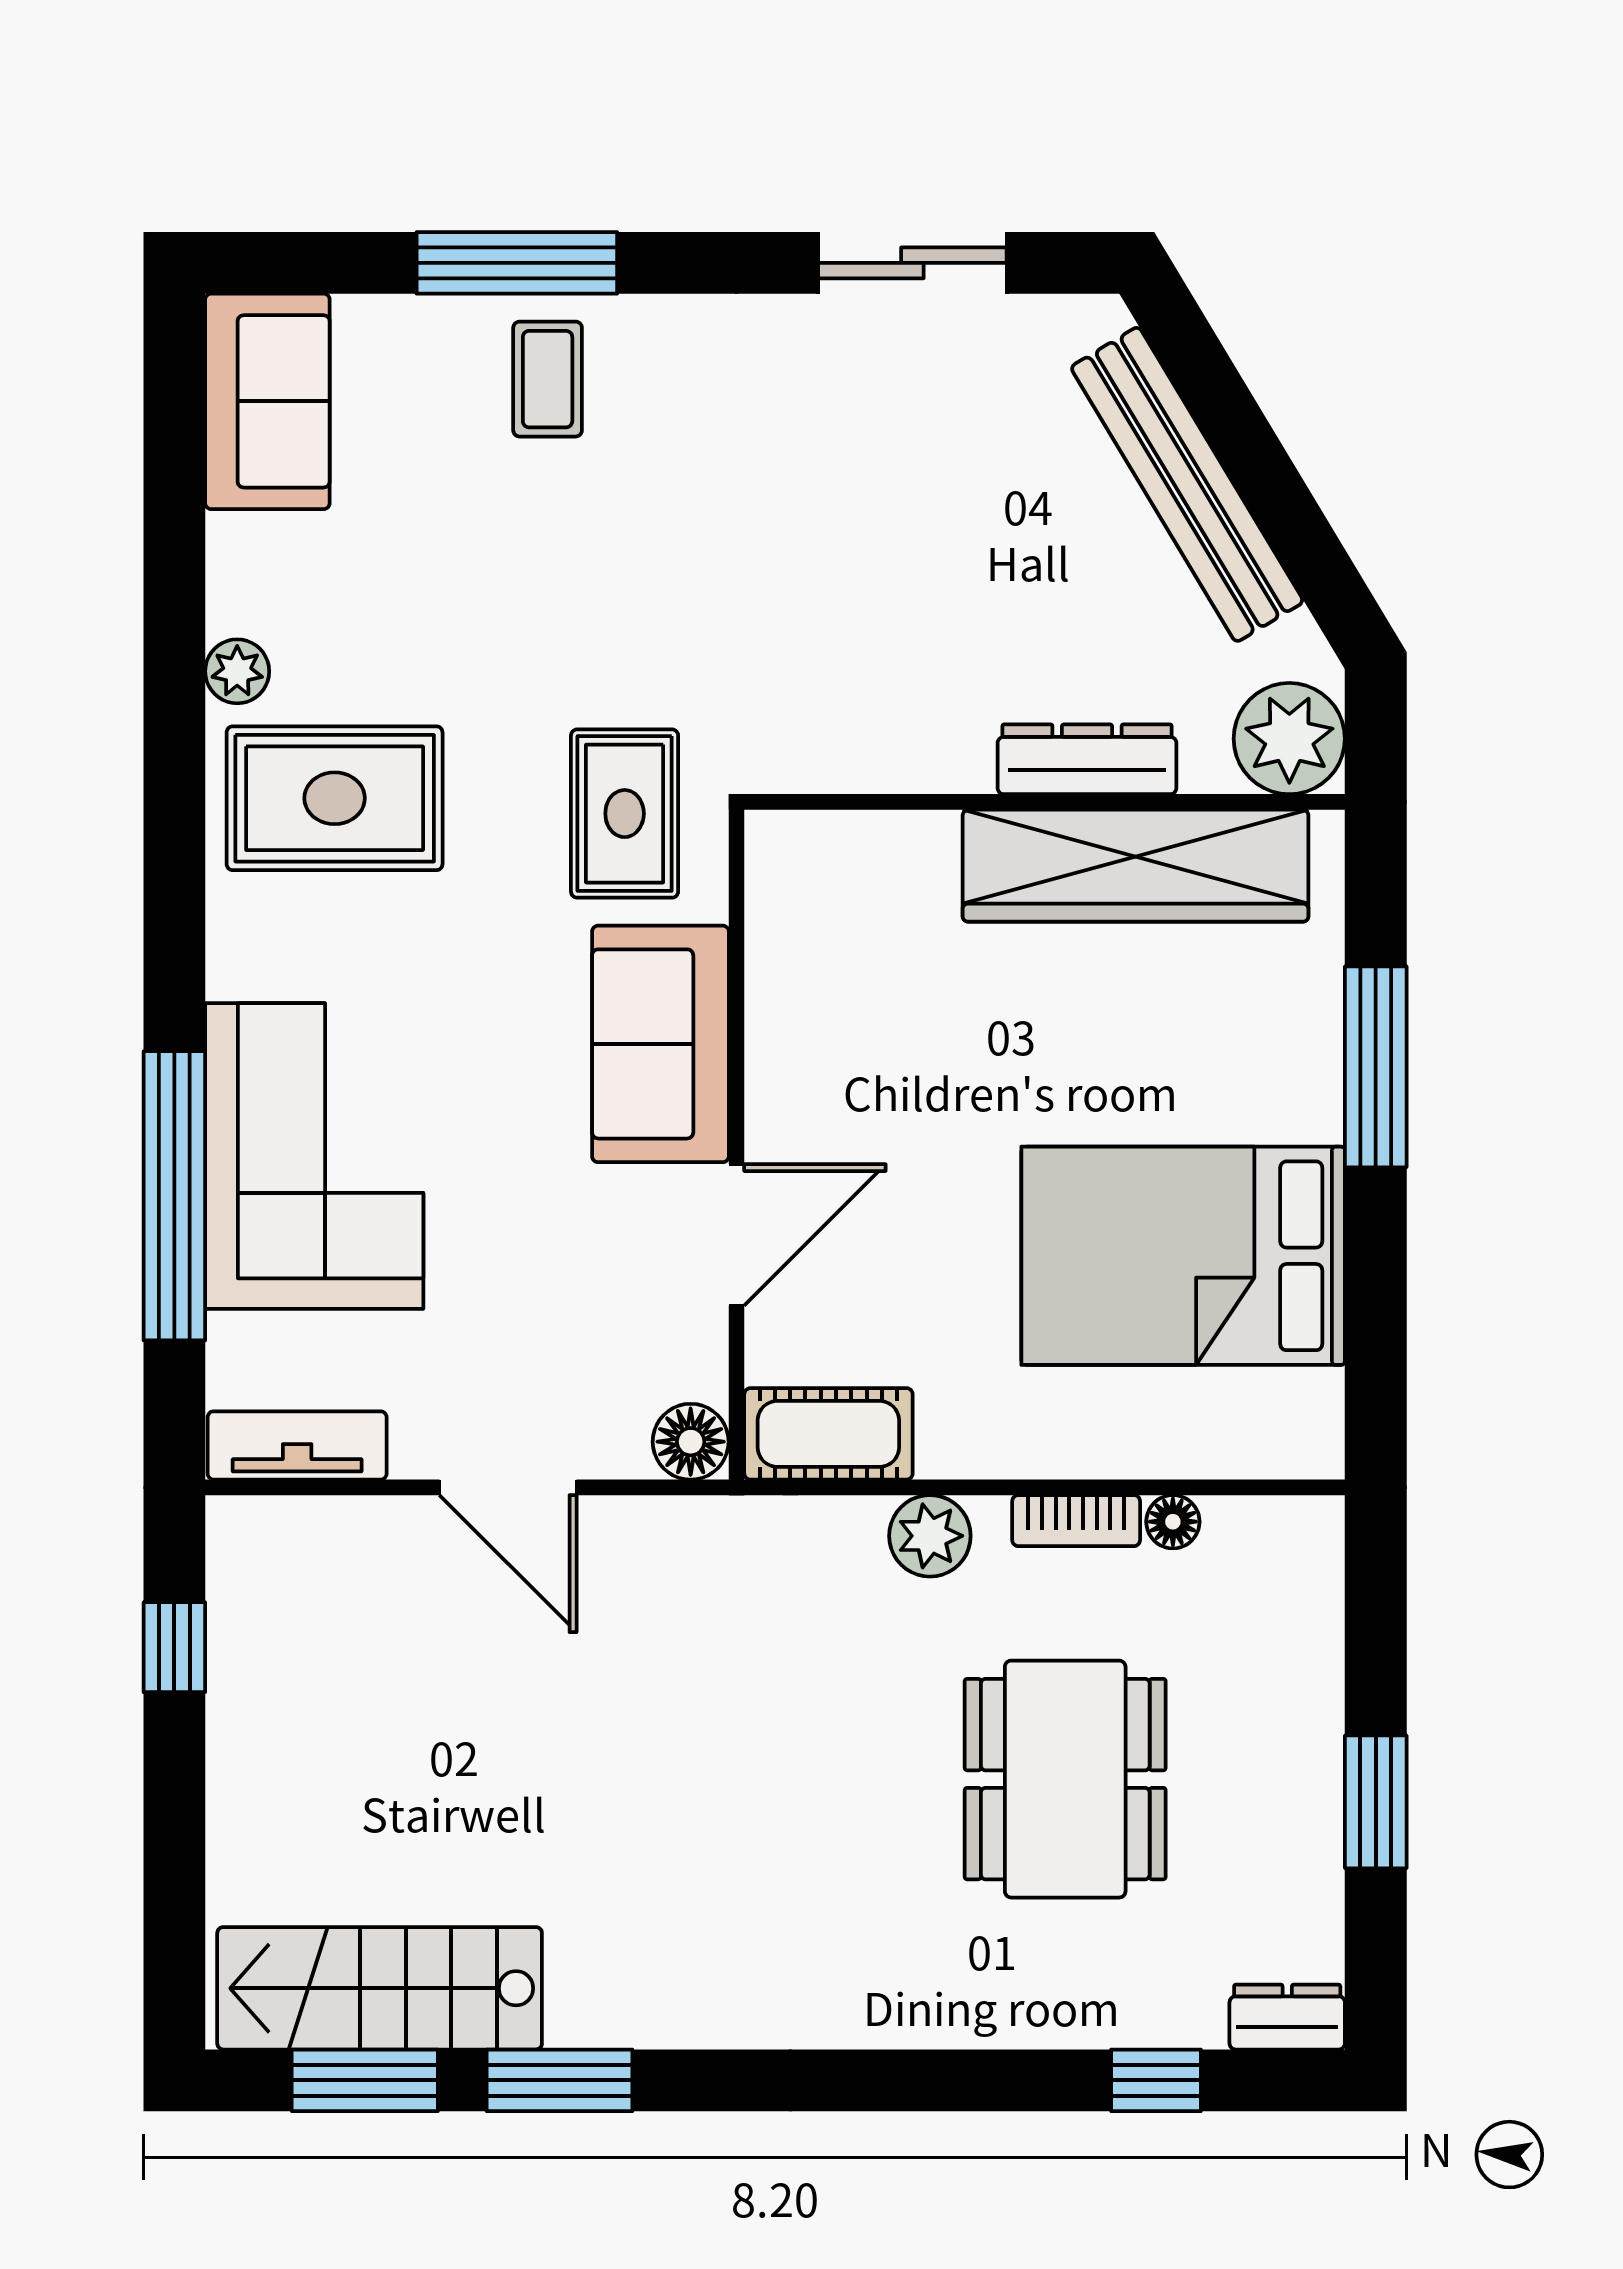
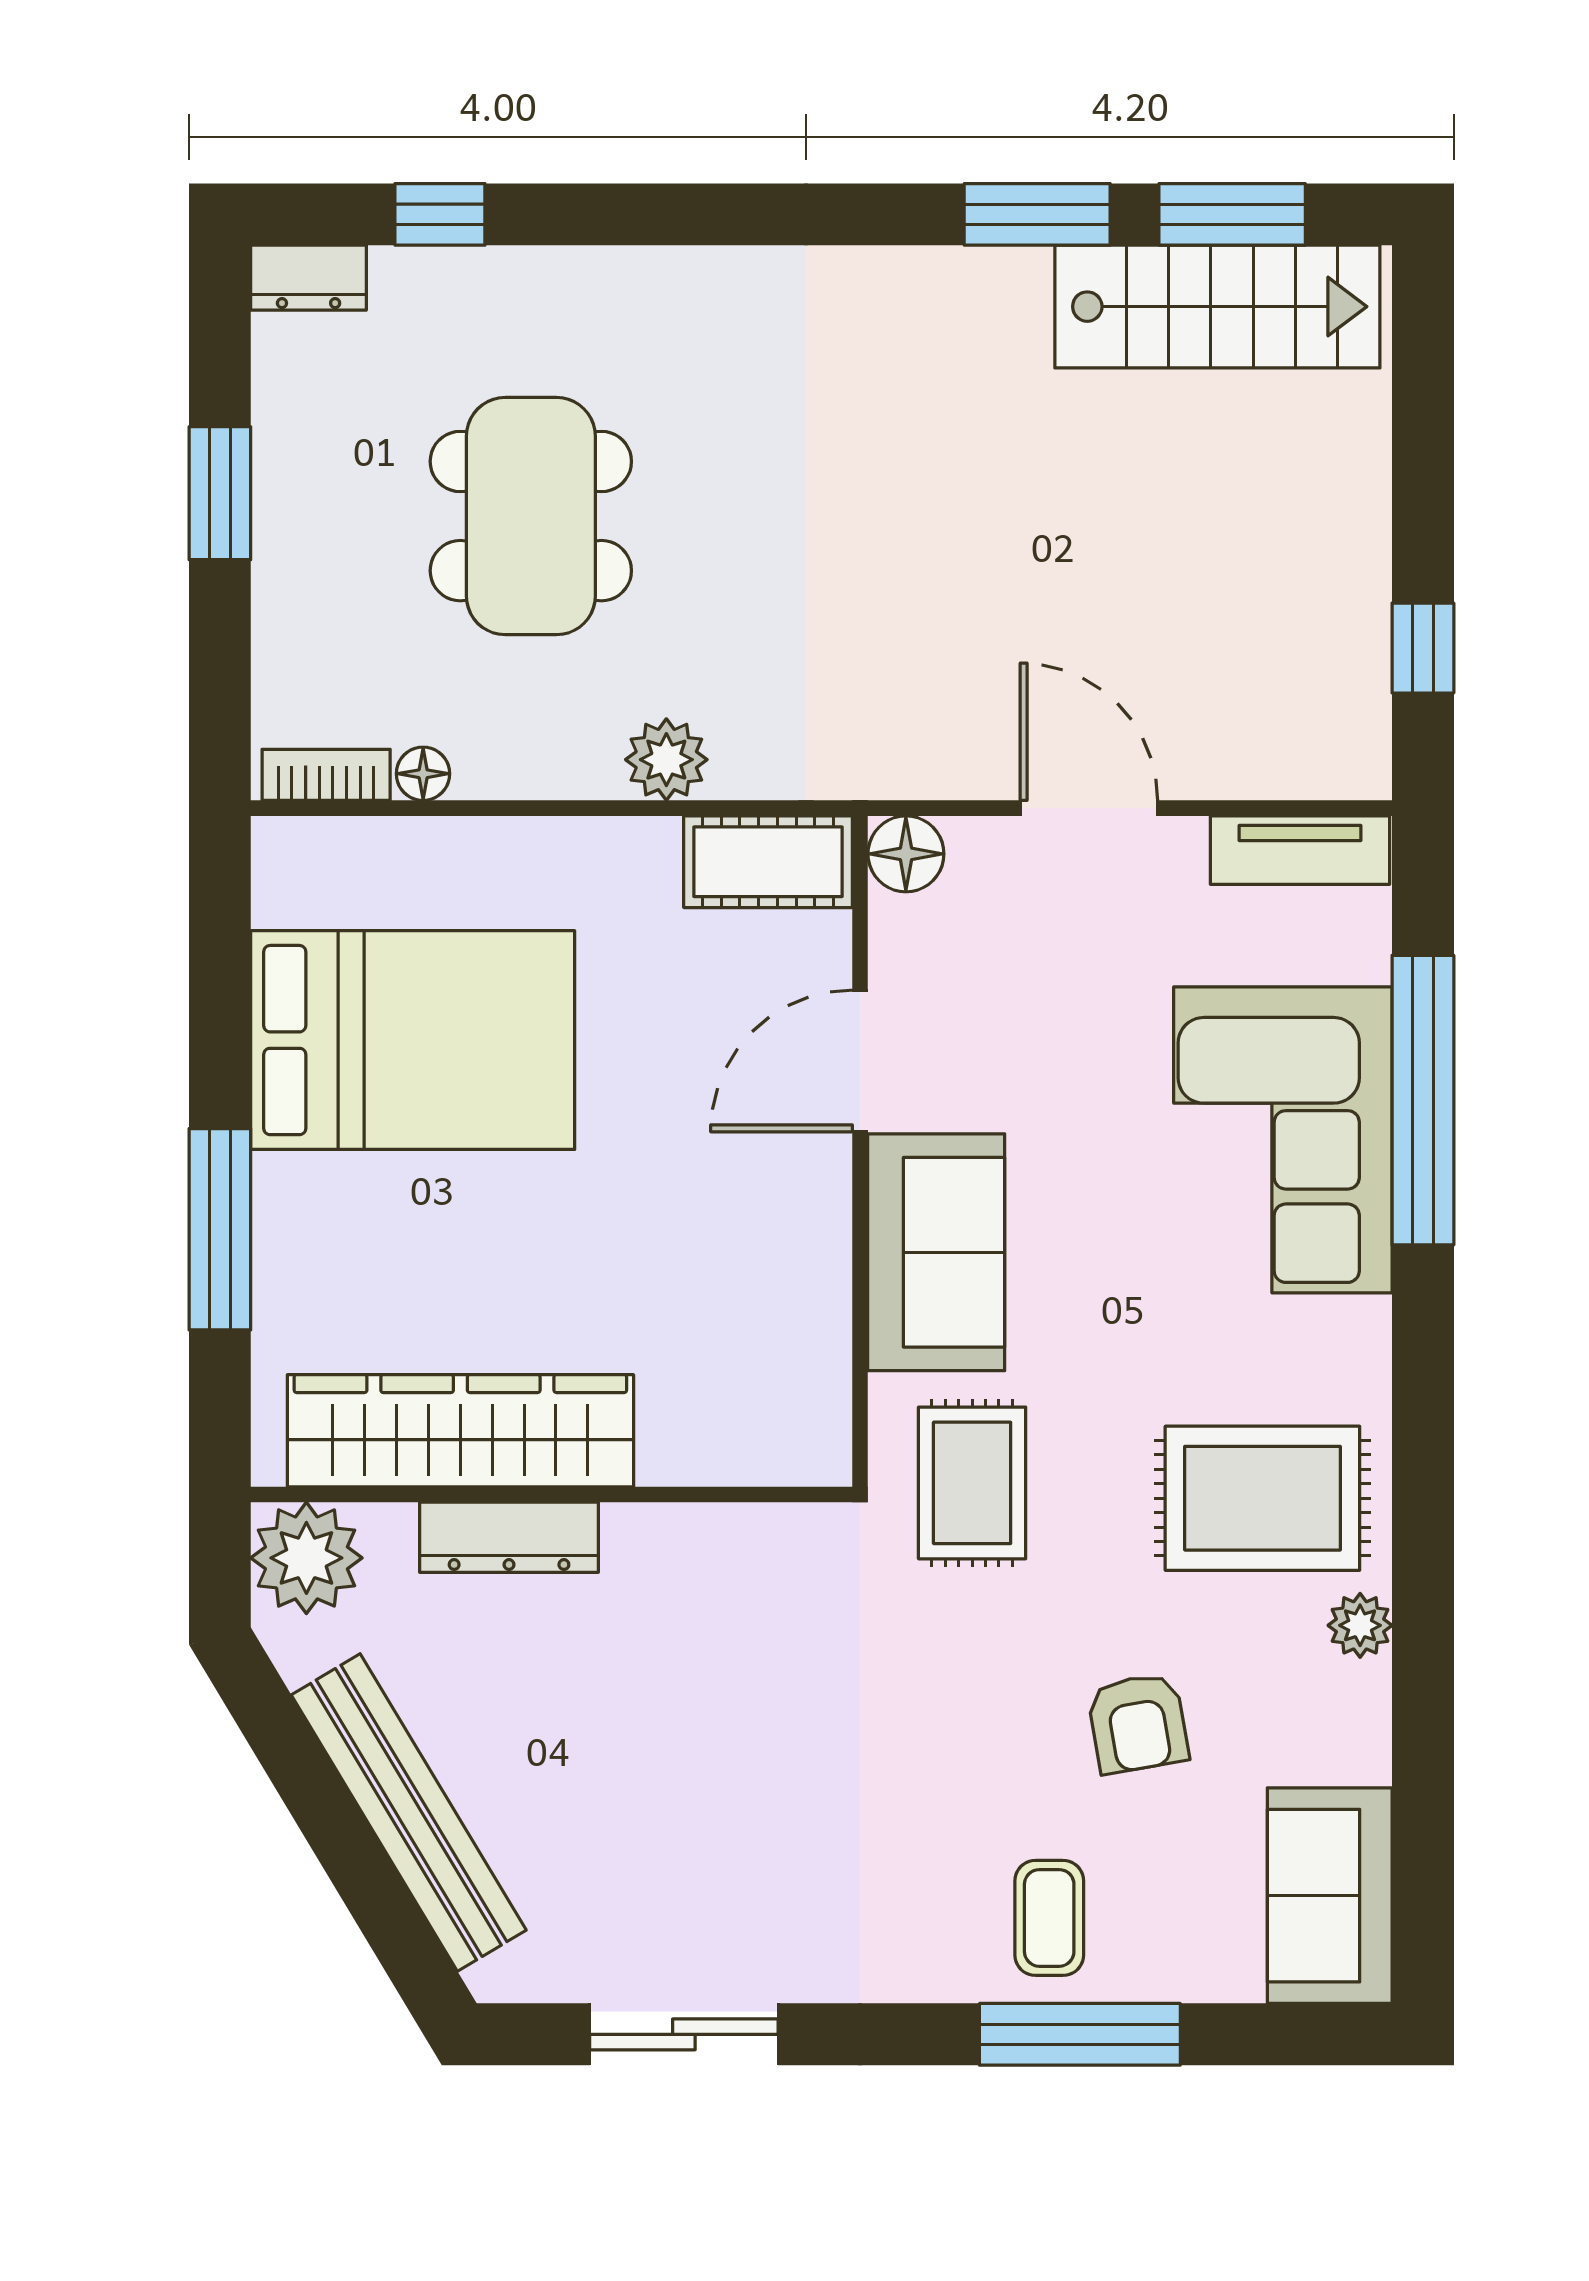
armchair: (459, 574) -> (1138, 1723), added
bookcase: (1076, 1521) -> (326, 775), moved

